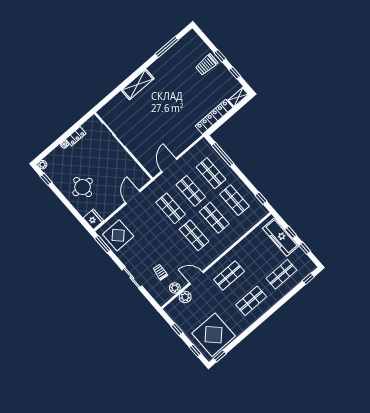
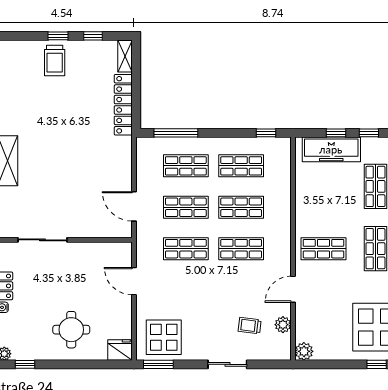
shop shelf: (229, 275) -> (323, 249), turned 90
plant: (185, 297) -> (304, 351), moved
window: (177, 329) -> (333, 364), removed

